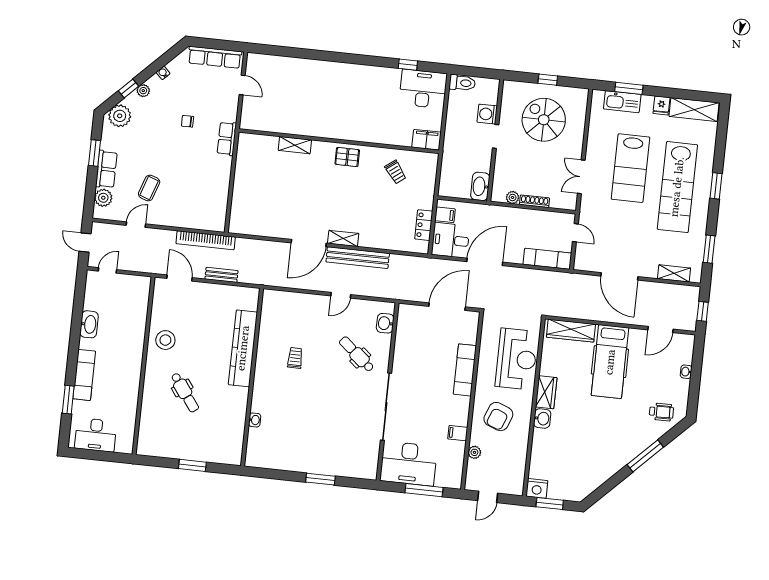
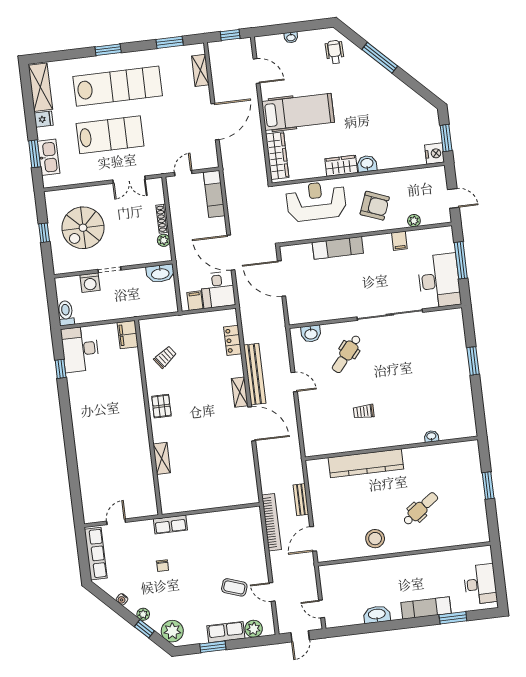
locker: (424, 225) -> (233, 340), moved, turned 90

